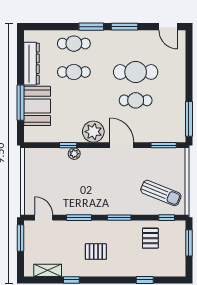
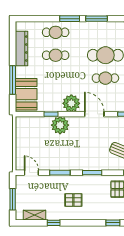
booth: (37, 106) -> (26, 94), moved
plant: (74, 154) -> (60, 125), width x1.87, depth x1.87
window: (20, 238) -> (13, 199), moved

